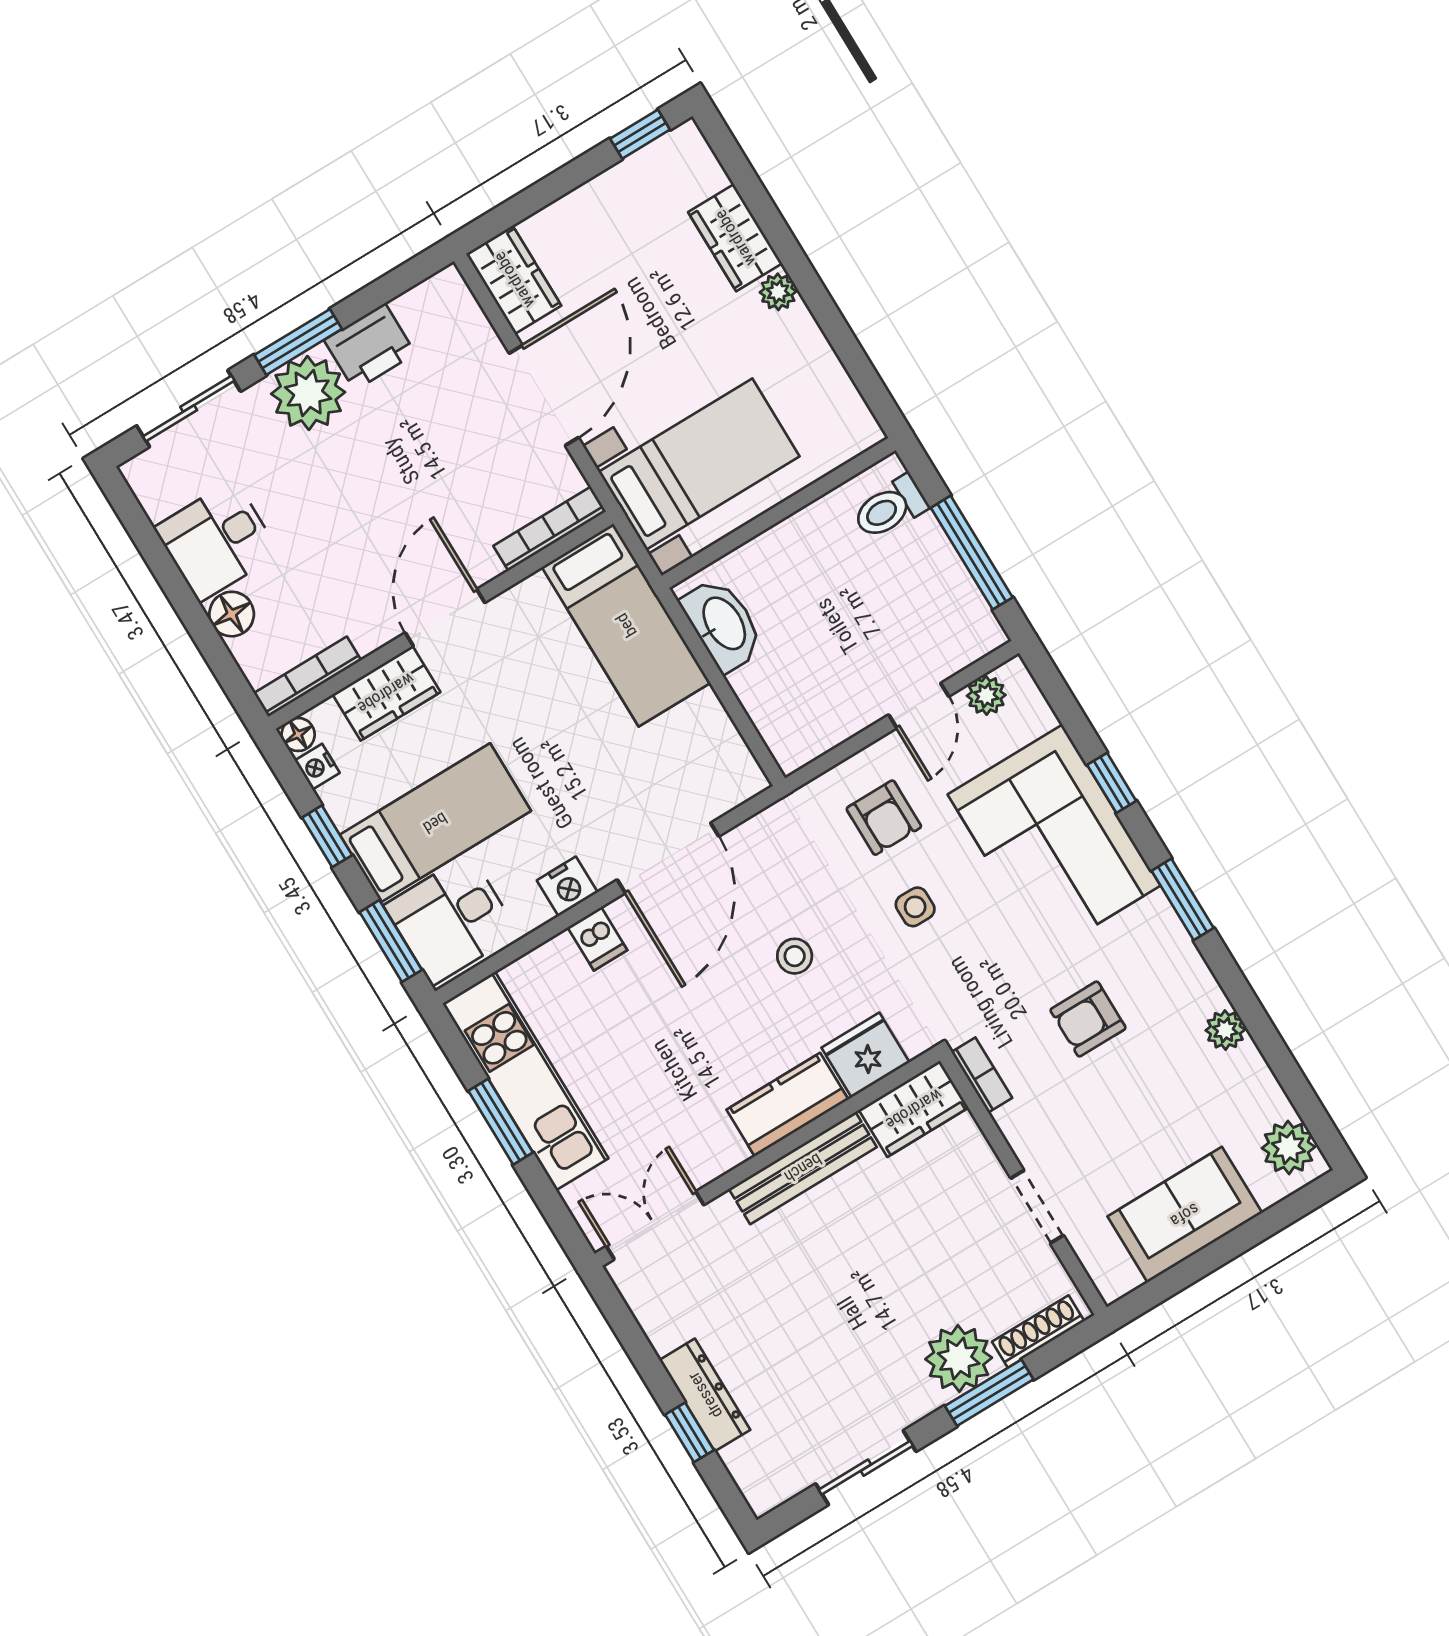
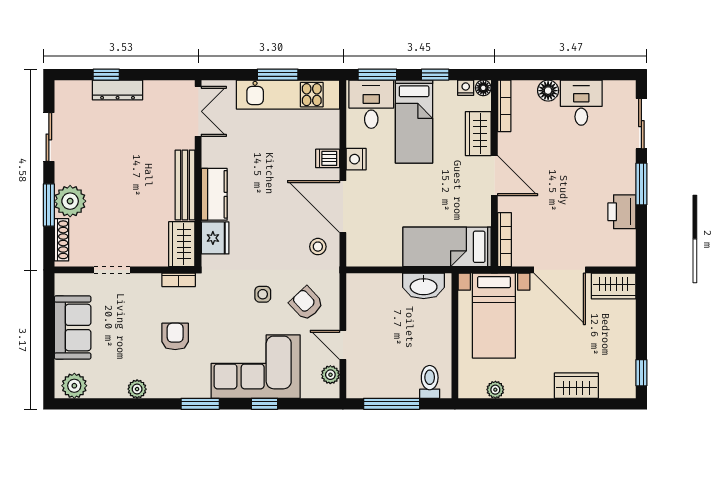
plant: (778, 292) -> (495, 390), moved
plant: (308, 393) -> (618, 176), removed
armchair: (884, 818) -> (306, 303), turned 47
stool: (795, 956) -> (318, 247), moved

